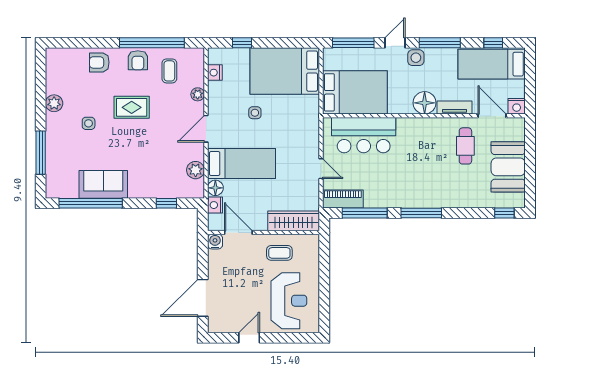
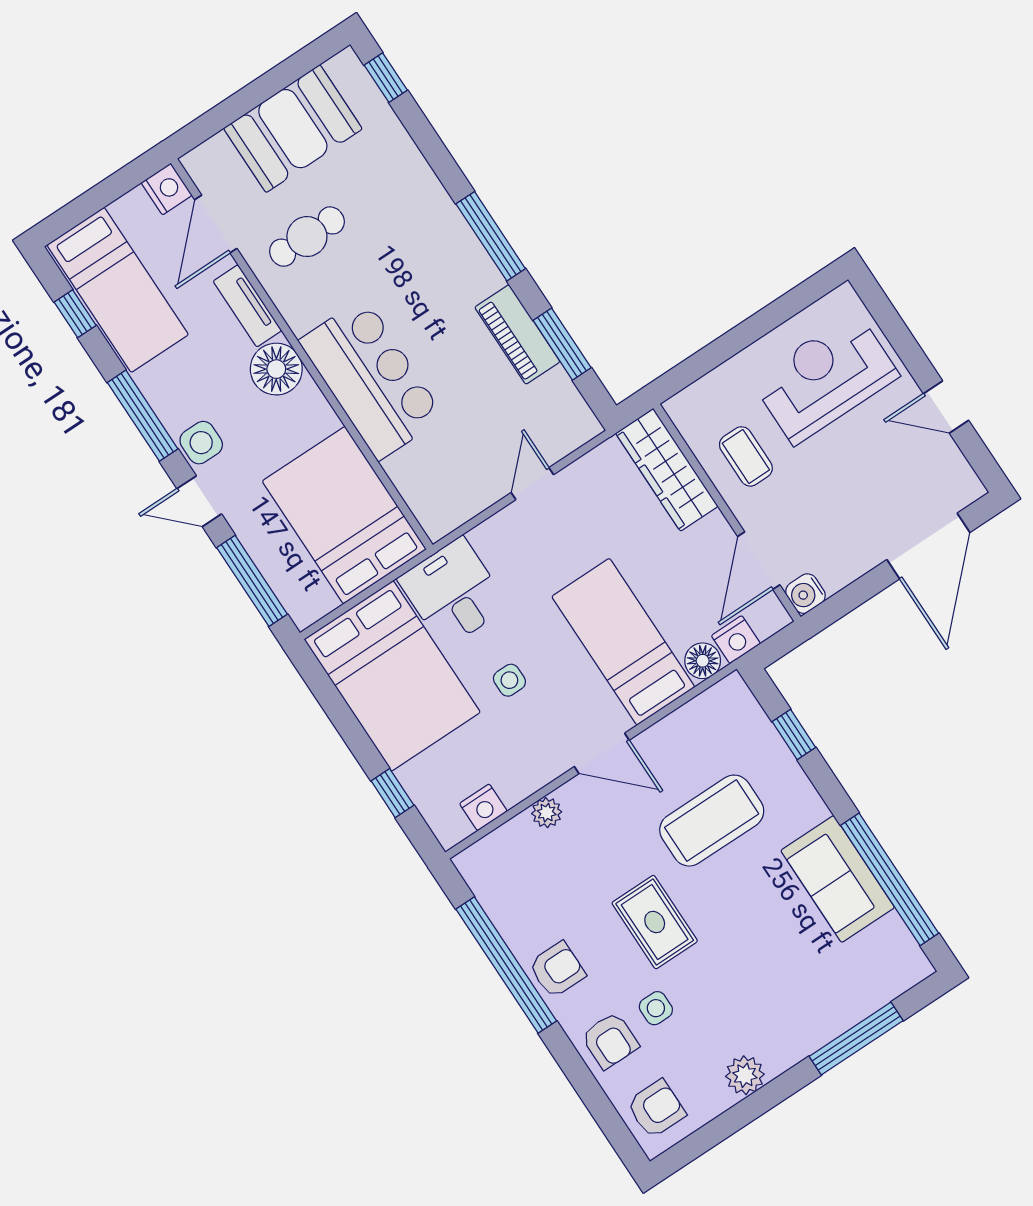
armchair: (63, 63) -> (656, 1109), added
coffee table: (169, 71) -> (712, 821), moved, width x1.86, depth x1.72
desk: (300, 113) -> (453, 593), added
side table: (89, 123) -> (656, 1008), moved
bar counter: (364, 135) -> (371, 379), moved
plant: (196, 170) -> (694, 721), removed
piano: (343, 199) -> (517, 334), moved
window: (365, 213) -> (562, 344), width x0.69
door: (203, 298) -> (928, 546), hinge flipped

